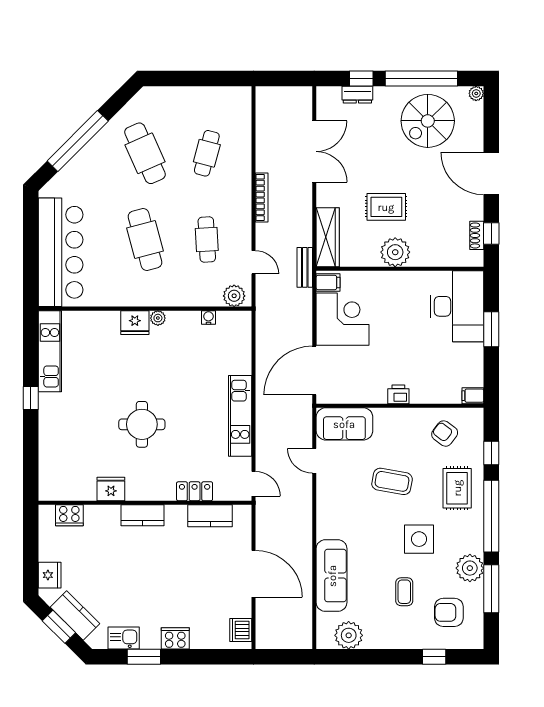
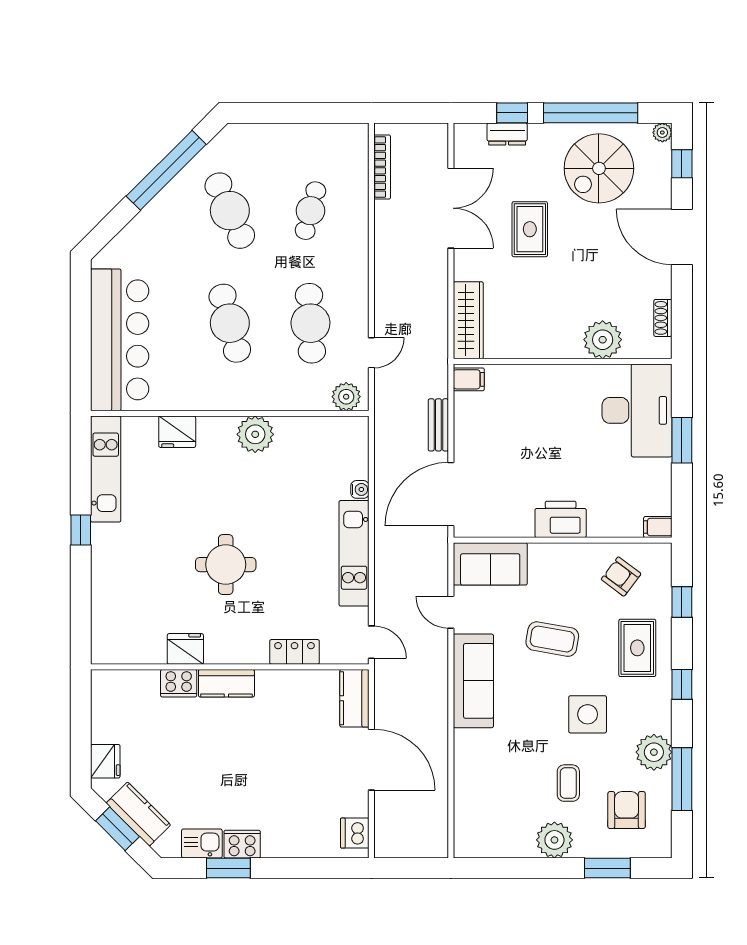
window: (78, 141) -> (166, 170), moved
bookcase: (262, 197) -> (382, 167), moved
rug: (386, 207) -> (530, 229), moved, turned 90
window: (491, 233) -> (682, 164), moved
cafe table: (207, 240) -> (310, 323), width x1.37, depth x1.35
plant: (395, 252) -> (603, 340), moved
door: (253, 262) -> (371, 353), hinge flipped
bench: (305, 267) -> (438, 425), moved
water cooler: (208, 317) -> (360, 489), moved, turned 90
plant: (158, 318) -> (255, 434), width x1.88, depth x1.88
corner desk: (342, 319) -> (488, 427), removed
fridge: (135, 323) -> (177, 432), moved
printer: (398, 394) -> (561, 519), width x1.87, depth x1.48
cooker: (69, 515) -> (179, 683), moved
kitchen counter: (210, 516) -> (354, 698), moved, turned 90
window: (491, 516) -> (682, 684), width x0.32
sofa: (332, 576) -> (473, 681), moved
armchair: (449, 612) -> (627, 810), turned 90
plant: (349, 635) -> (554, 840), moved
cooker: (175, 638) -> (242, 844), moved
window: (434, 657) -> (607, 868), width x1.50

